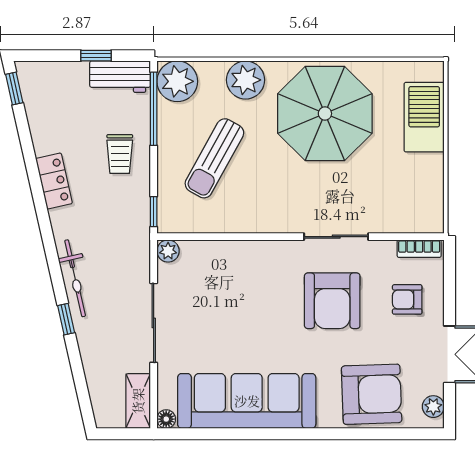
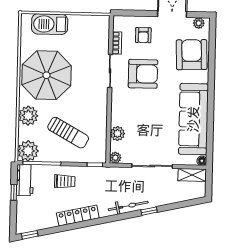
locker: (54, 181) -> (78, 216), width x1.53
bookcase: (419, 249) -> (117, 43), moved
plant: (215, 254) -> (117, 134), added

